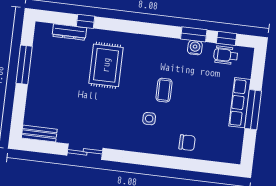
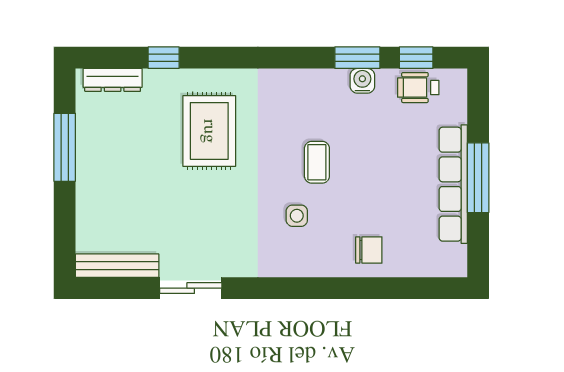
dresser: (69, 32) -> (113, 80), moved
row of seats: (240, 103) -> (453, 184), width x1.36
bench: (39, 134) -> (117, 266), width x1.36

